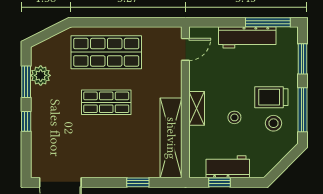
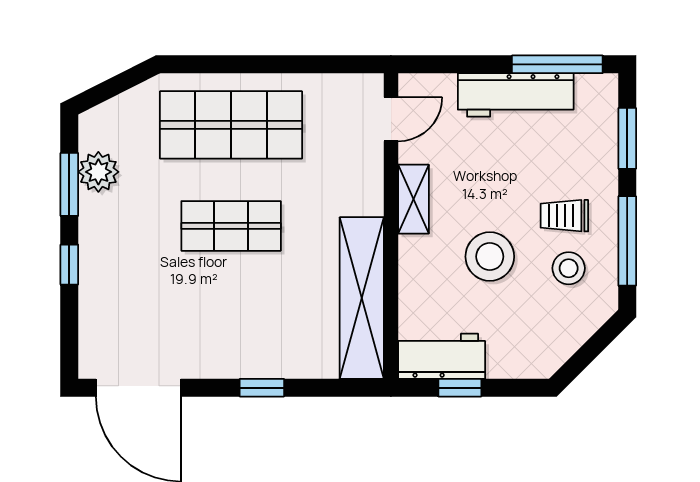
trolley: (271, 97) -> (564, 216), width x0.73, depth x0.72
shelving: (197, 108) -> (414, 199), moved
stool: (234, 117) -> (490, 257), width x1.89, depth x1.89
workbench: (228, 167) -> (442, 356), moved
window: (138, 182) -> (262, 388), moved

